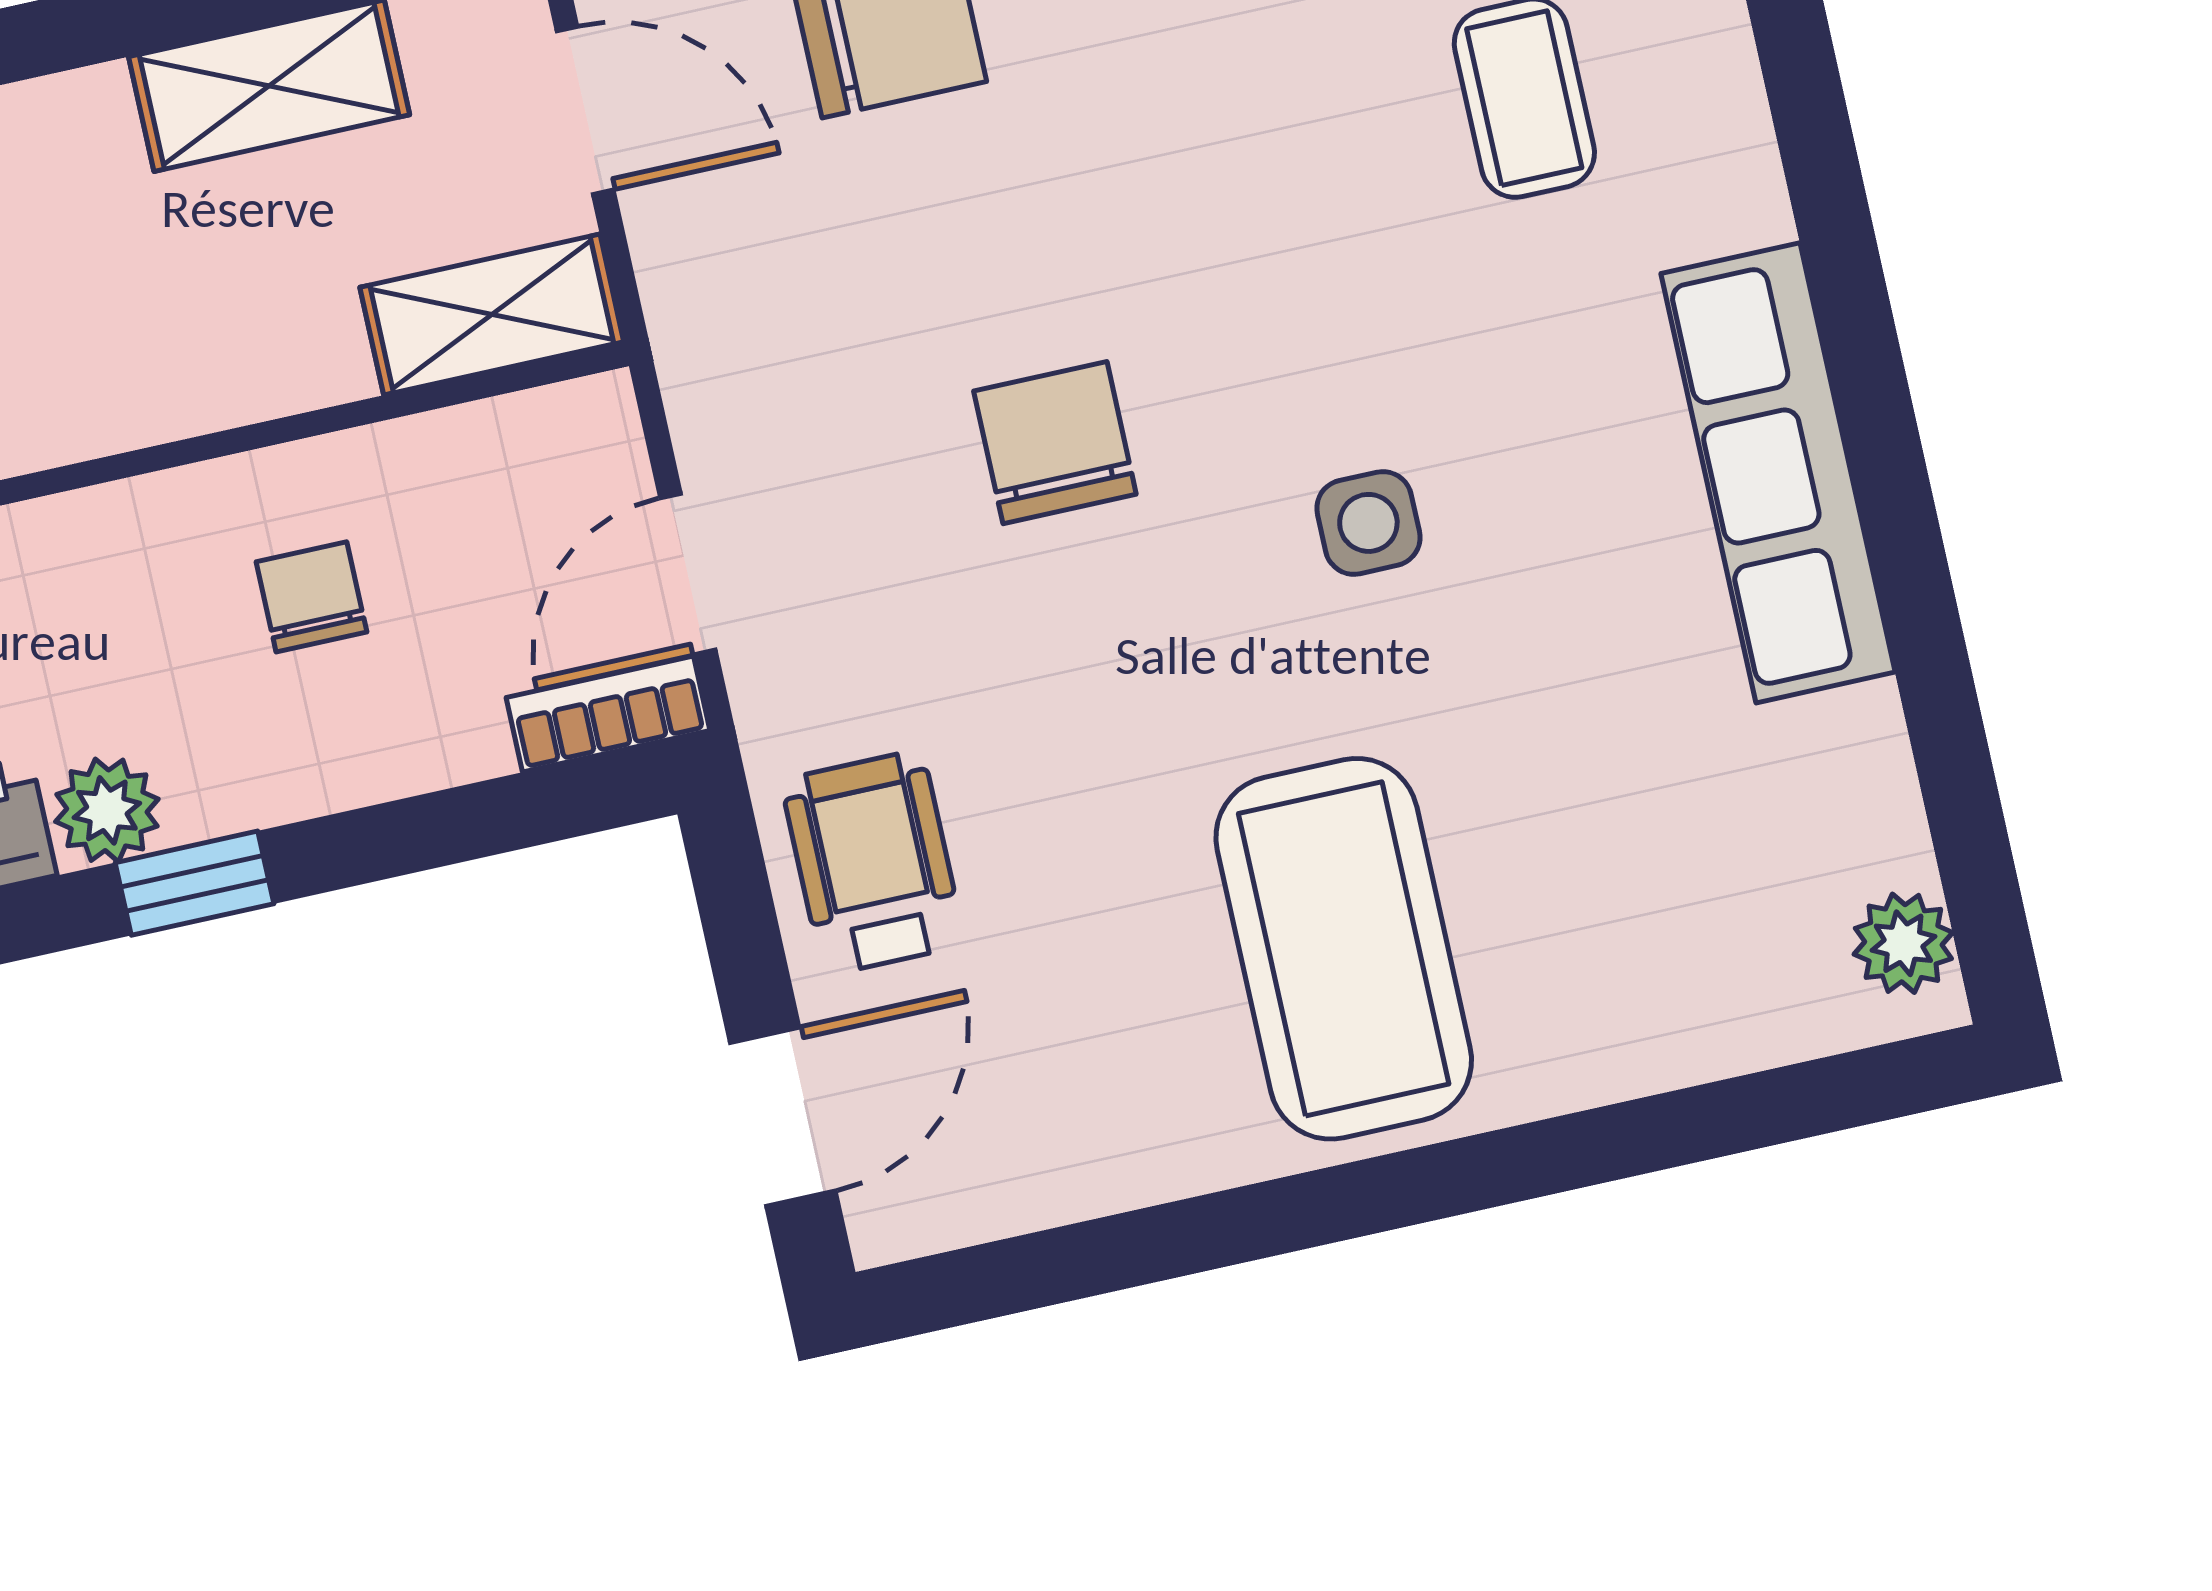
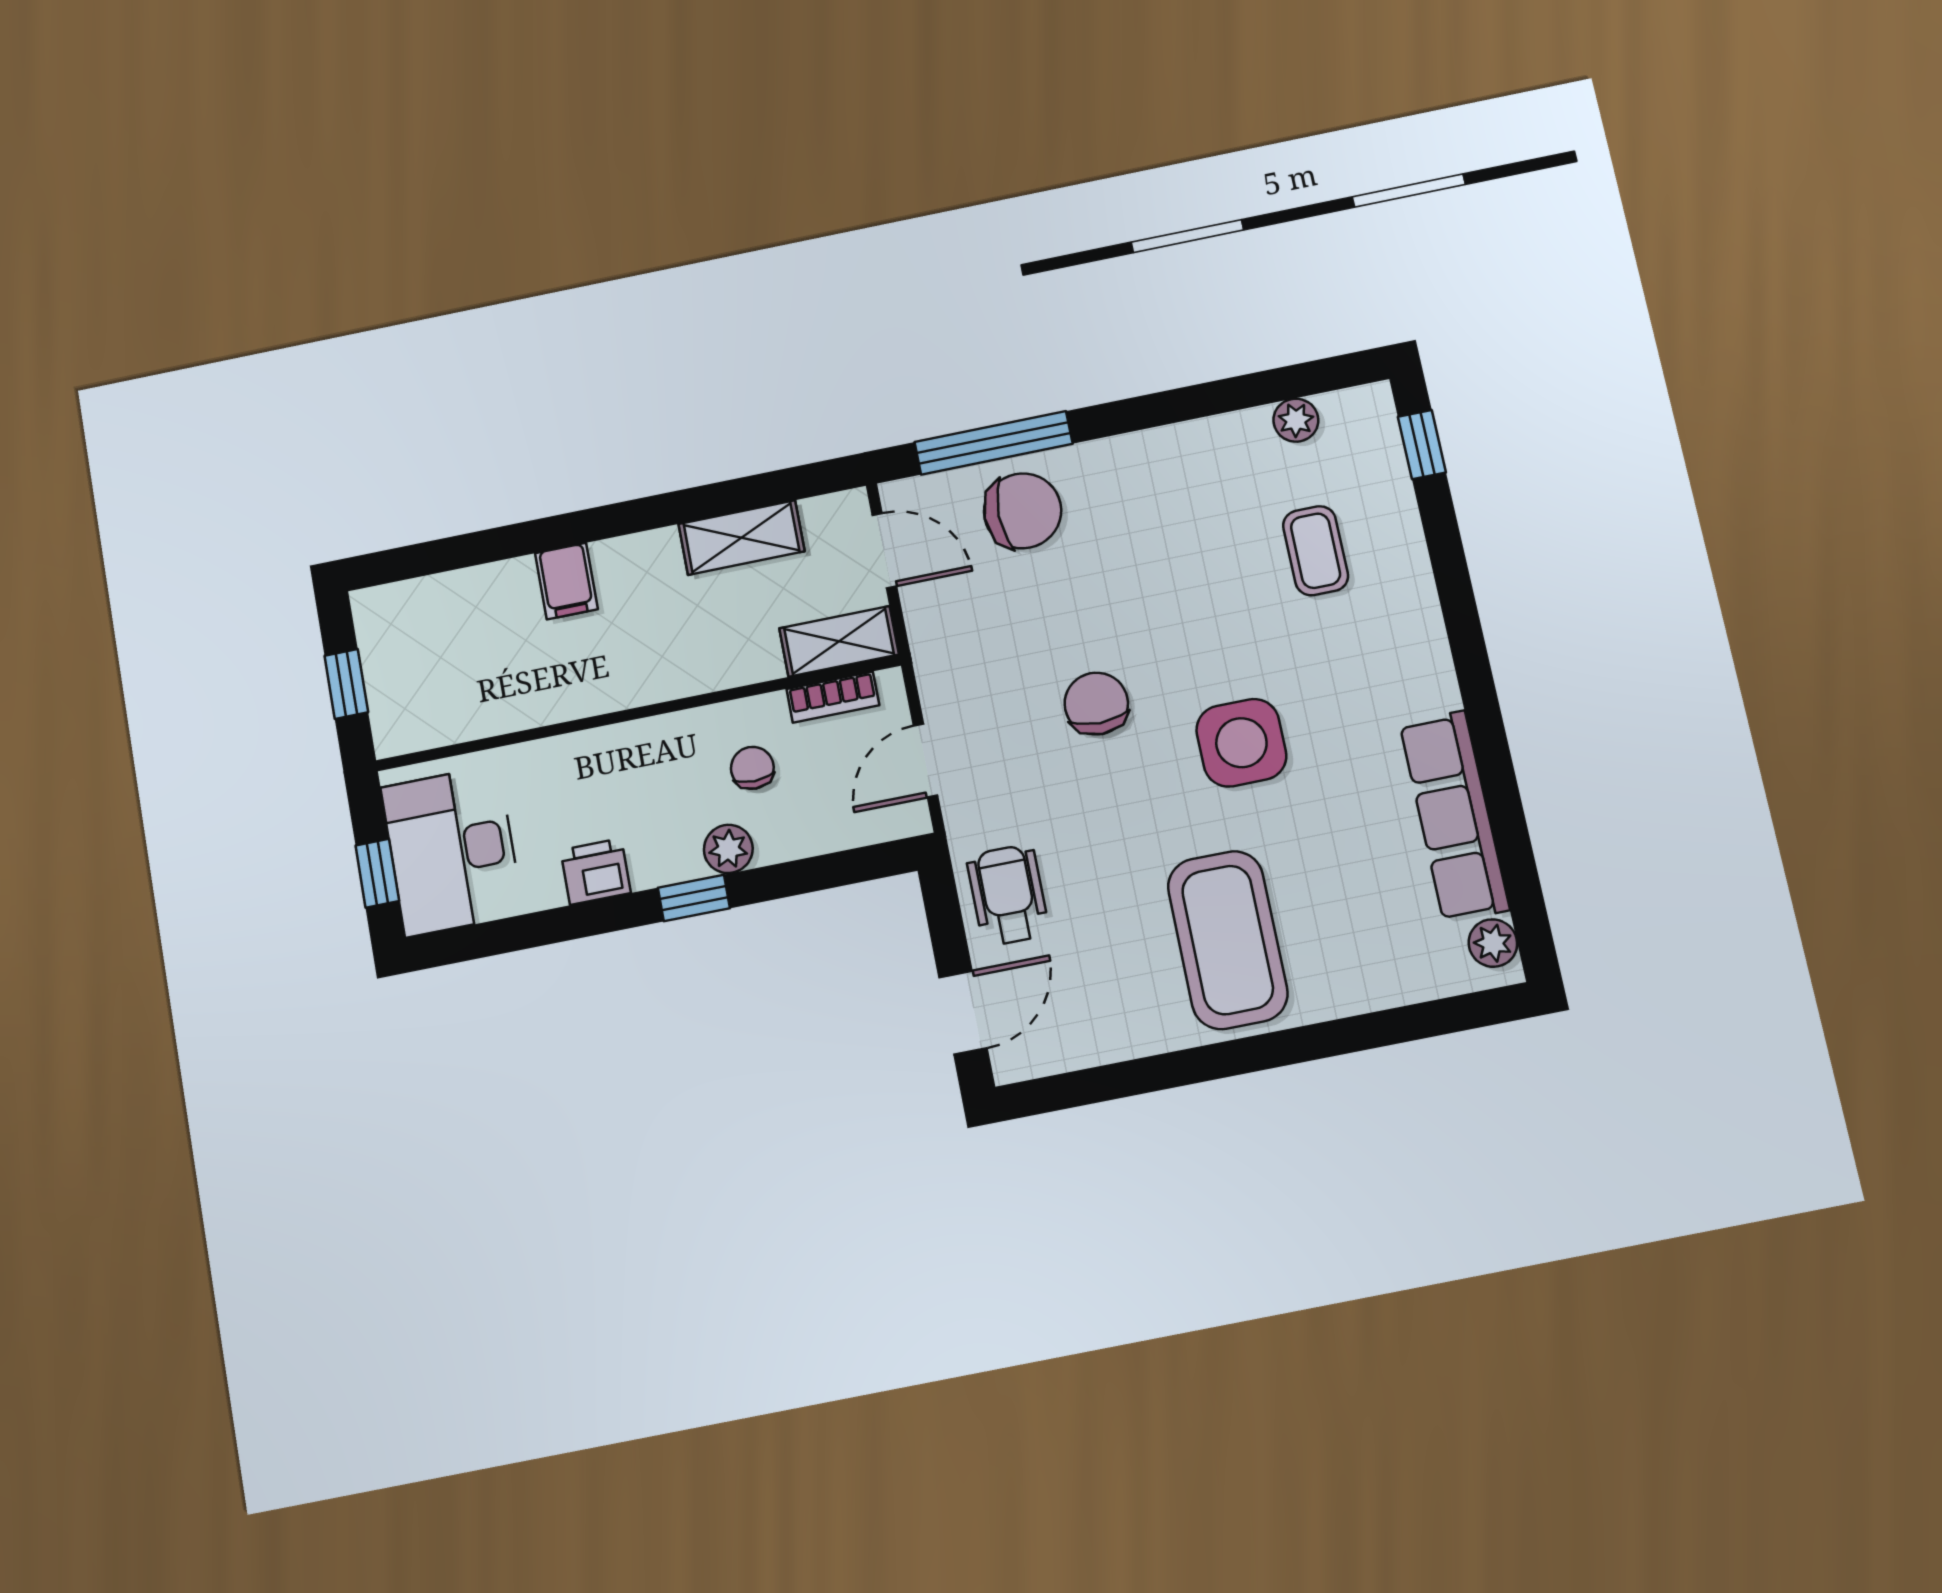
row of seats: (1778, 473) -> (1454, 816), moved
side table: (1368, 523) -> (1241, 743), width x1.87, depth x1.87
bookcase: (608, 714) -> (833, 697), moved, turned 180
plant: (107, 810) -> (728, 849), moved

